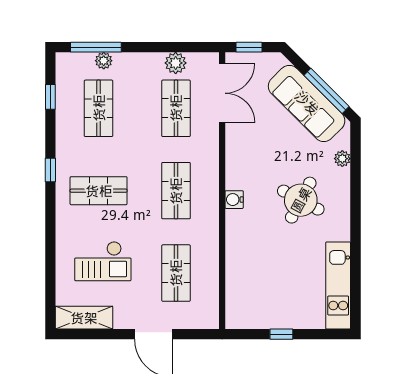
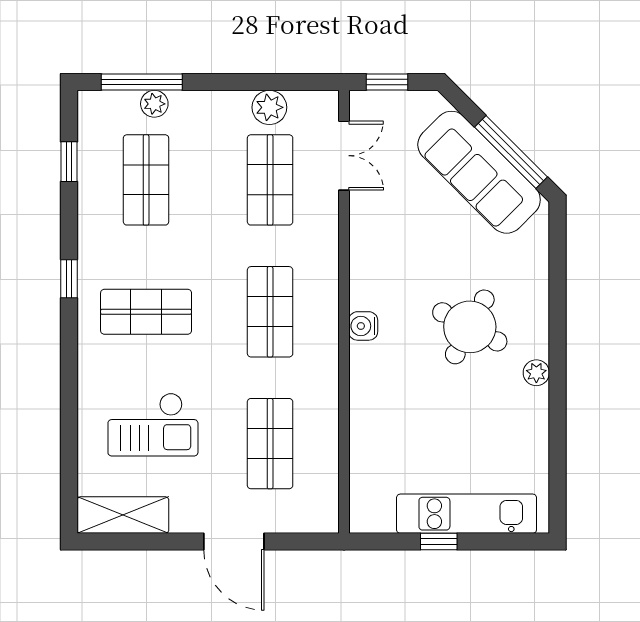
double door: (222, 93) -> (344, 156), width x0.73
plant: (342, 159) -> (536, 373), moved
kitchen unit: (338, 285) -> (467, 514), moved, turned 90

